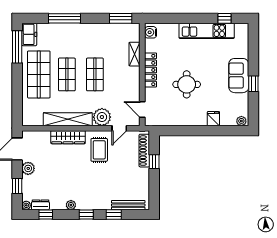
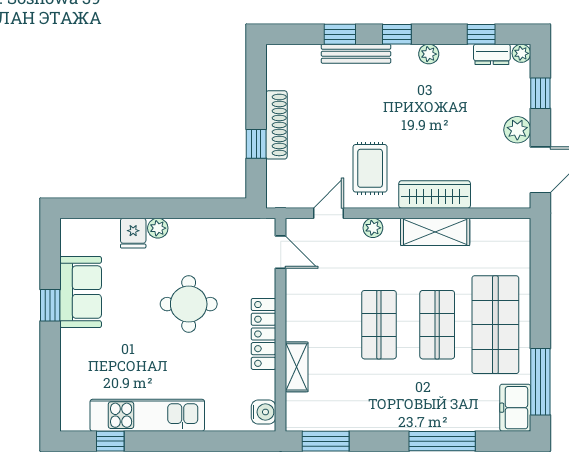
sofa: (239, 76) -> (81, 292), moved
plant: (102, 117) -> (373, 228), width x0.53, depth x0.53
shelving: (68, 119) -> (435, 232), width x0.68
plant: (241, 121) -> (158, 228), moved
shoe rack: (144, 151) -> (276, 125), moved
bench: (128, 205) -> (356, 54), moved

